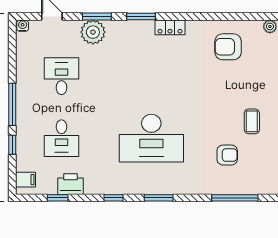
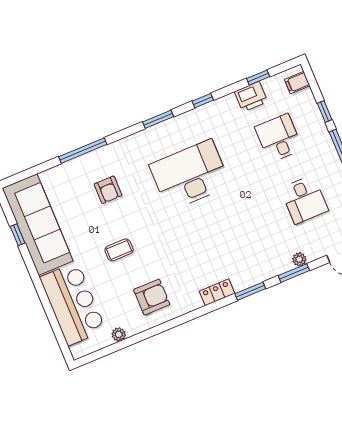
plant: (93, 32) -> (299, 259), width x0.53, depth x0.53
coffee table: (252, 121) -> (119, 250), moved, turned 90
armchair: (227, 155) -> (108, 190), turned -90

